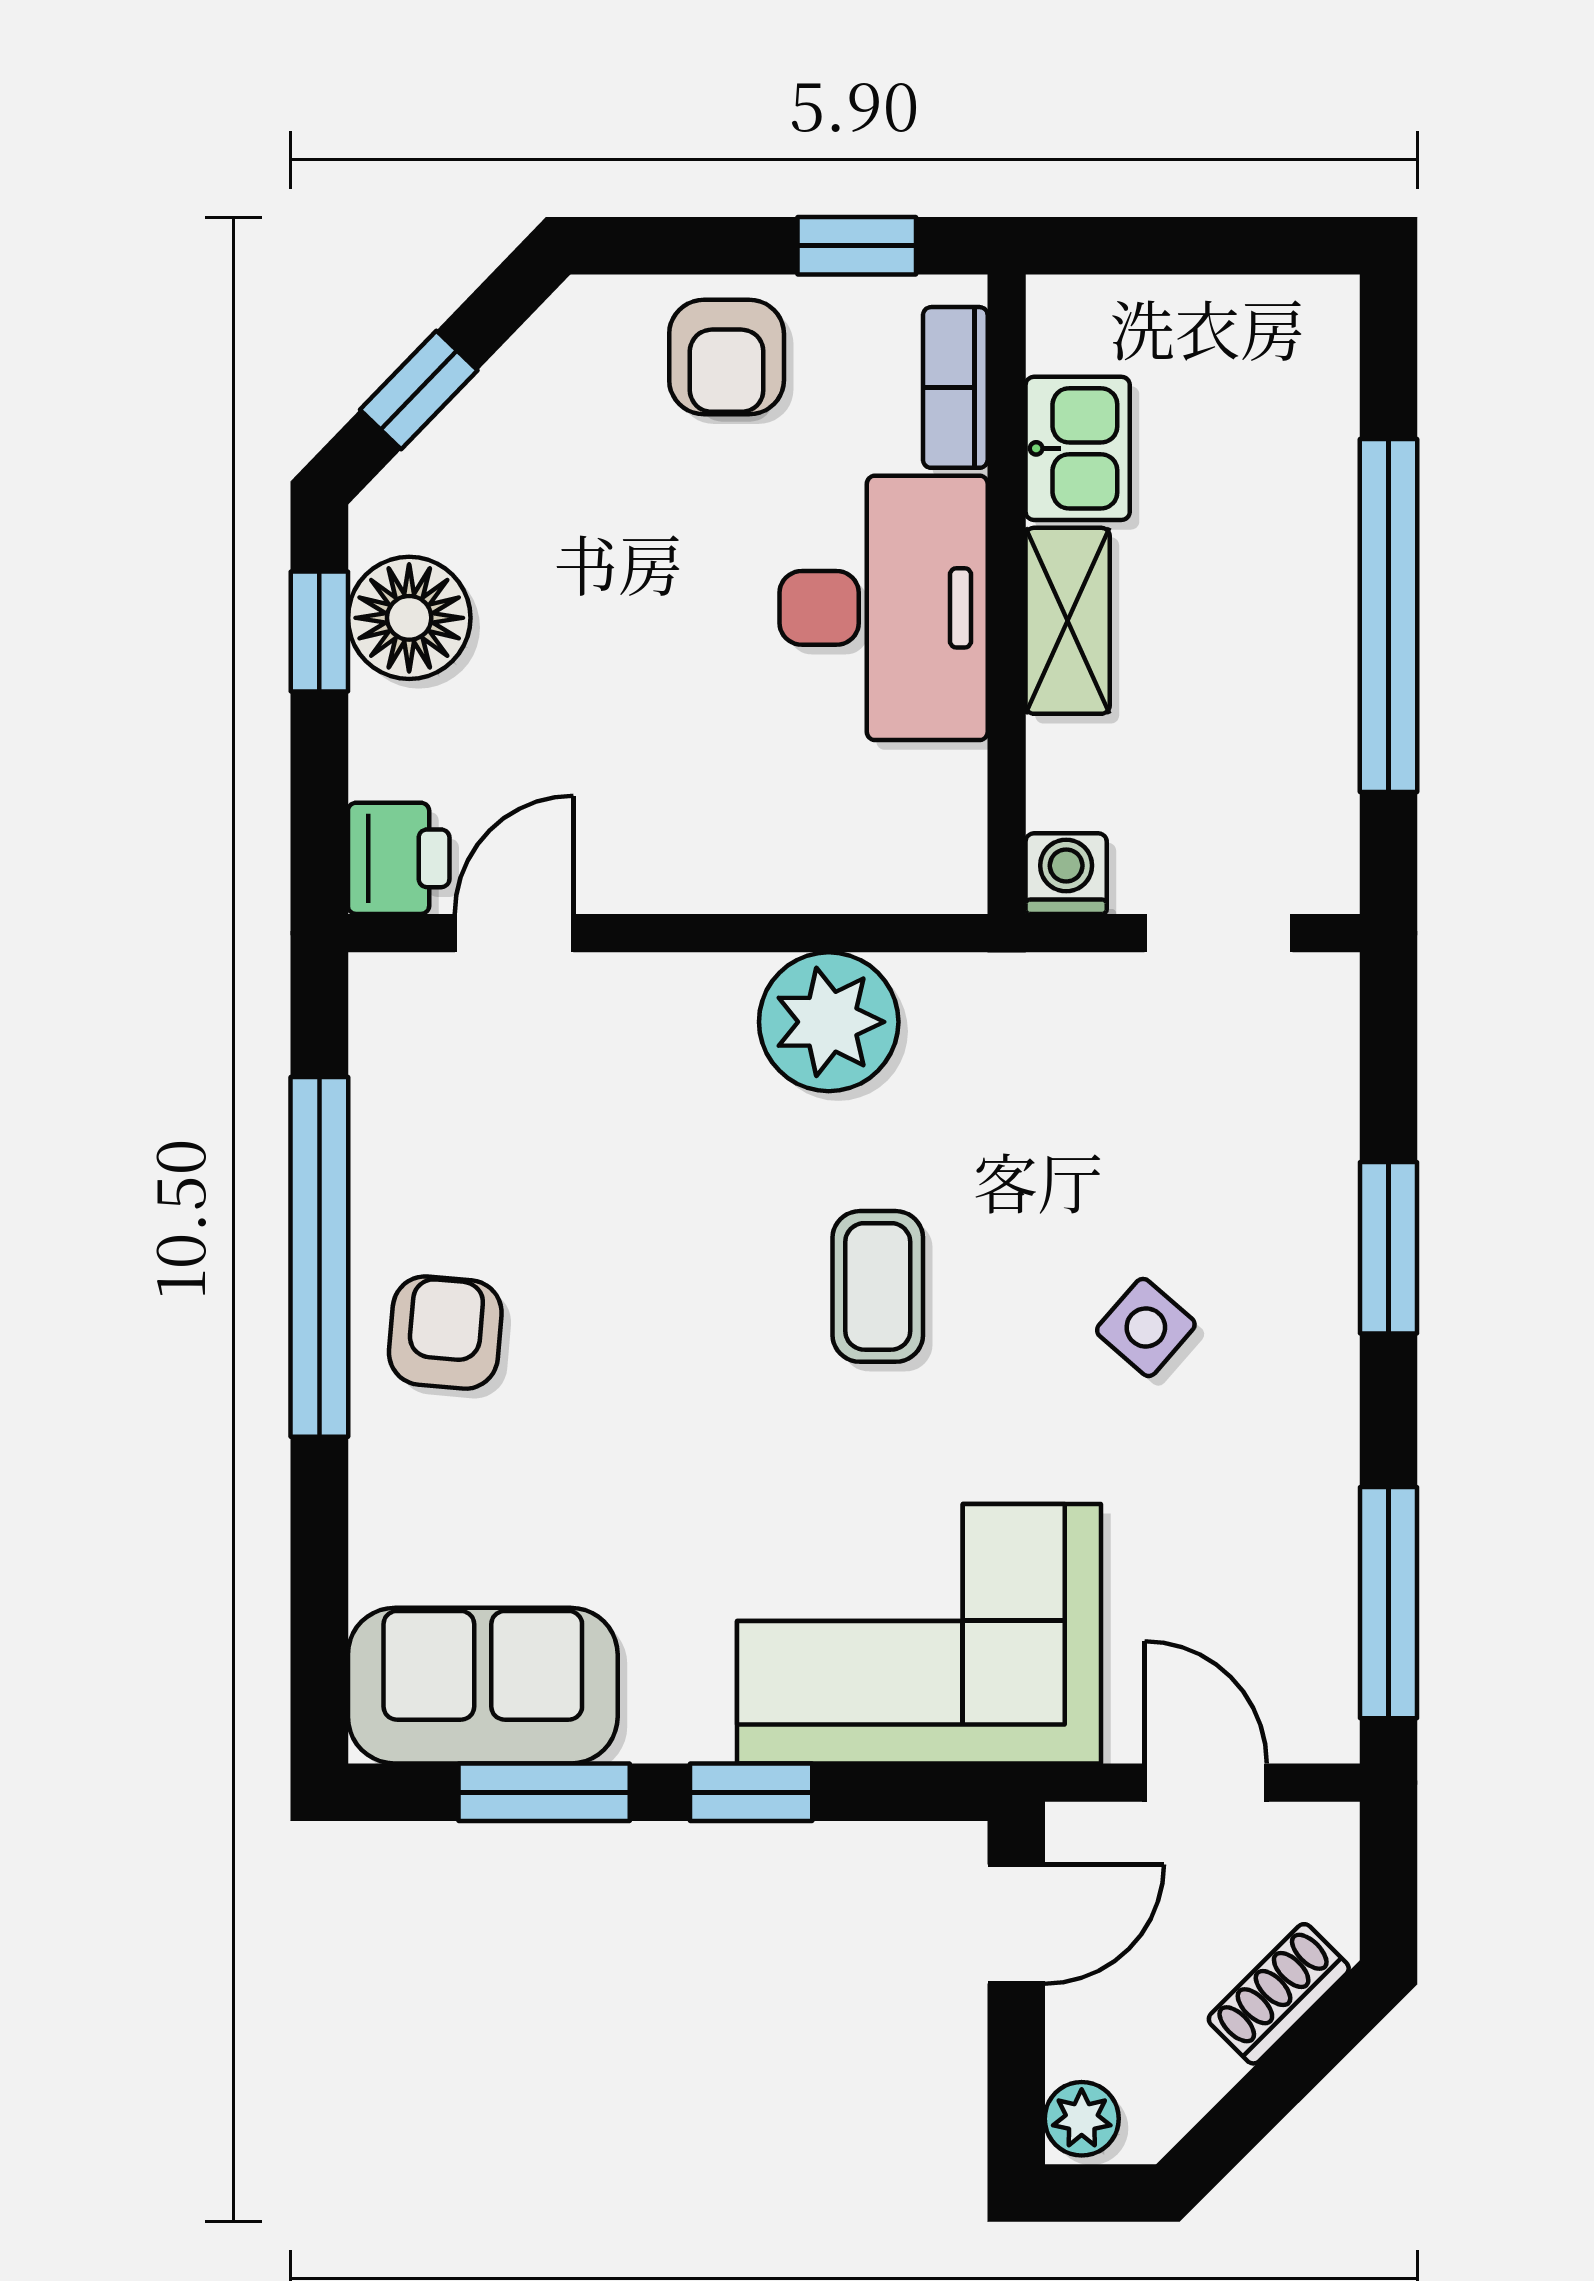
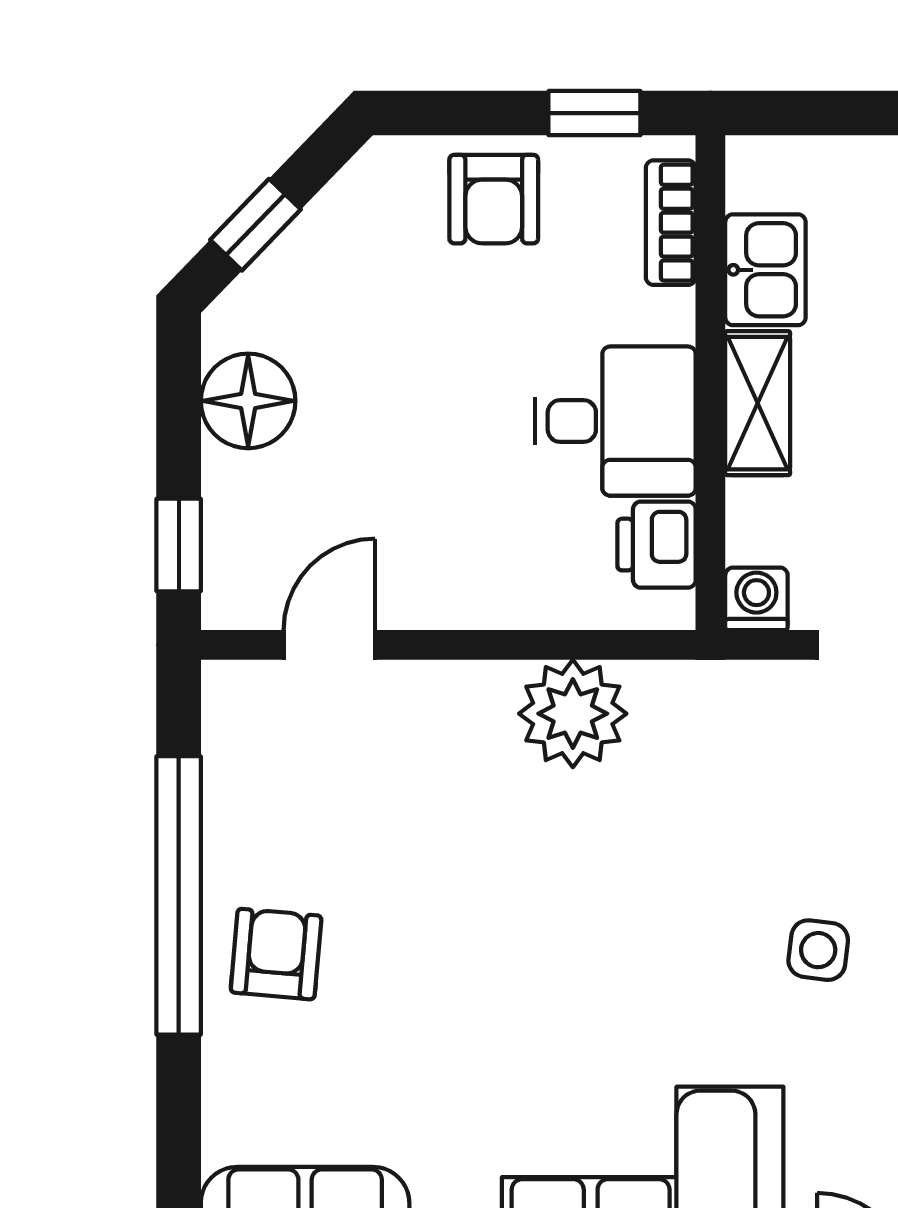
desk: (884, 608) -> (615, 421), width x0.73
window: (319, 632) -> (179, 545), moved
printer: (399, 858) -> (656, 545), moved, turned 180
coffee table: (878, 1286) -> (611, 918), removed
side table: (1146, 1327) -> (818, 950), turned -34

